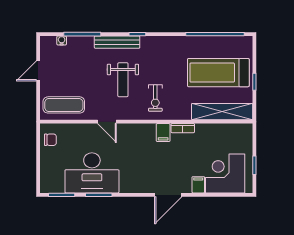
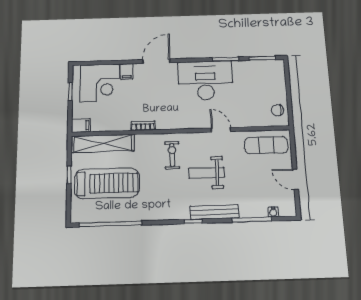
door: (38, 71) -> (296, 179), swing flipped
weight bench: (123, 80) -> (206, 173), turned -90
filing cabinet: (163, 133) -> (81, 125), moved, turned 90
desk: (92, 173) -> (205, 80), moved

